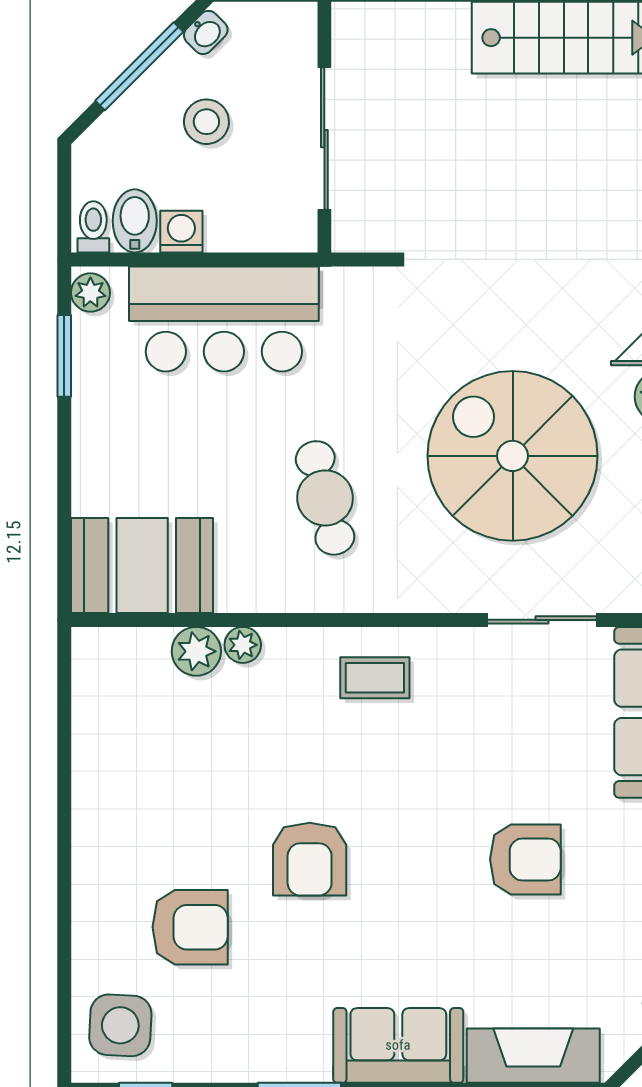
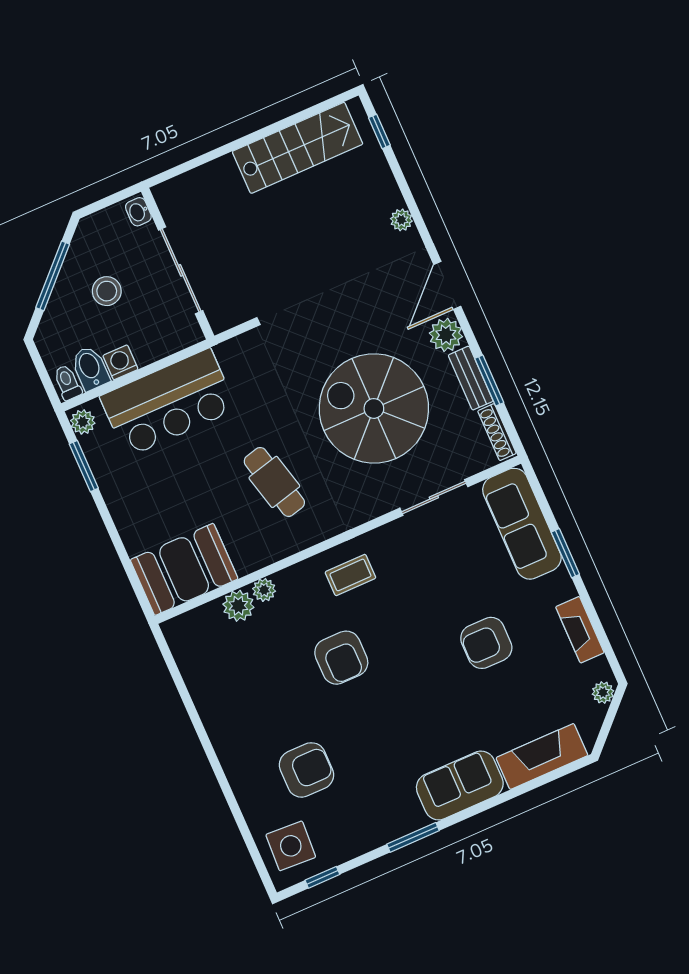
washbasin: (206, 32) -> (138, 212), moved, turned 135
armchair: (310, 859) -> (341, 658), moved
armchair: (525, 859) -> (486, 643), turned 180

